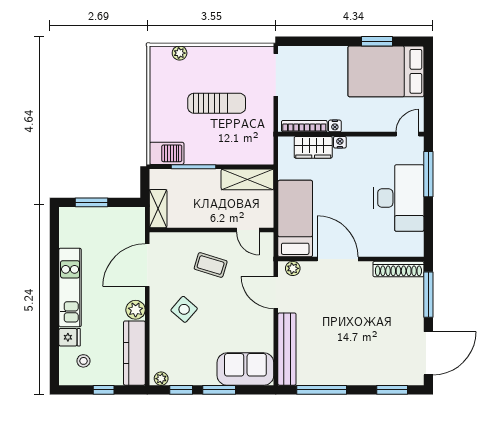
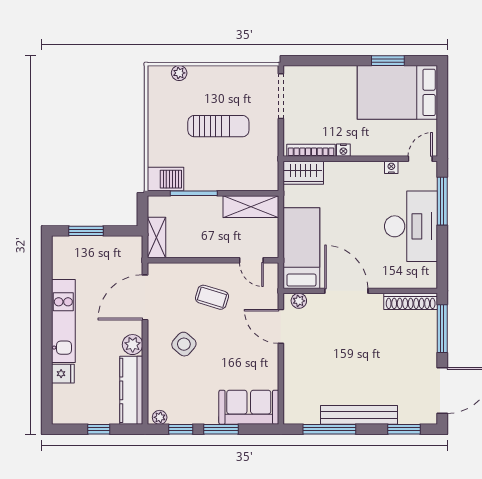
nightstand: (340, 142) -> (391, 167), moved
wardrobe: (313, 147) -> (303, 173), moved
bench: (287, 349) -> (359, 415), moved, turned 90
stool: (83, 361) -> (78, 399), removed

